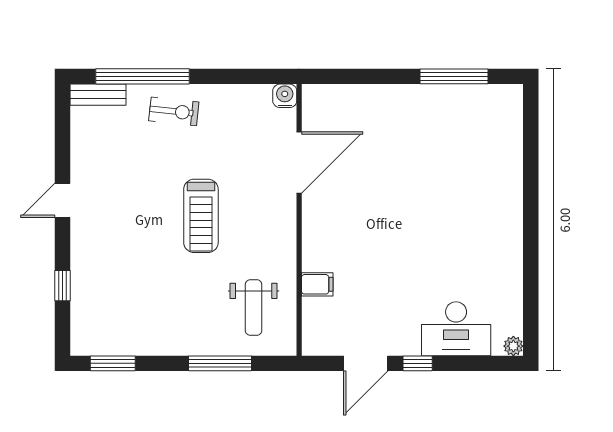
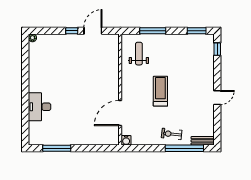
filing cabinet: (317, 284) -> (113, 63), removed
window: (62, 286) -> (217, 49), moved
desk: (456, 329) -> (40, 107), moved, turned -90

